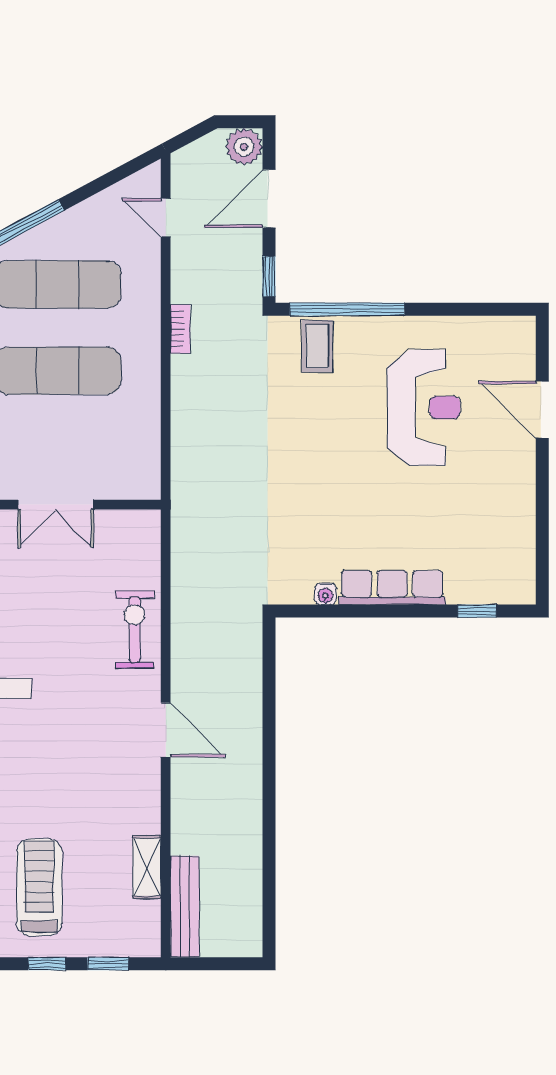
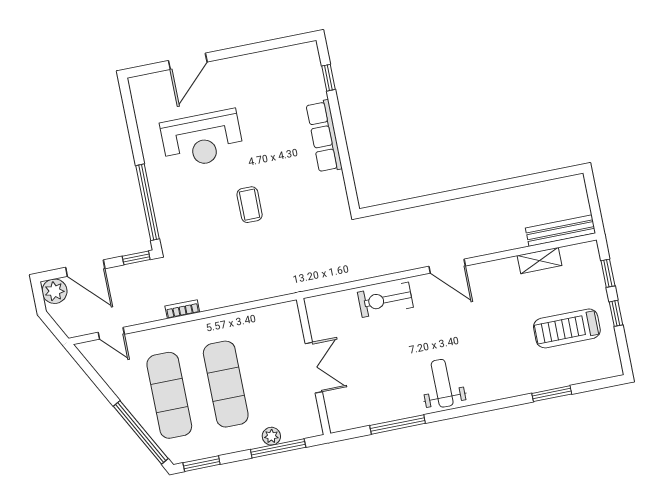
door: (166, 218) -> (111, 333), hinge flipped
coffee table: (317, 346) -> (250, 205), moved, turned 90
reception desk: (424, 408) -> (202, 139), turned 180
water cooler: (326, 594) -> (337, 179), removed
door: (166, 730) -> (447, 266), swing flipped

